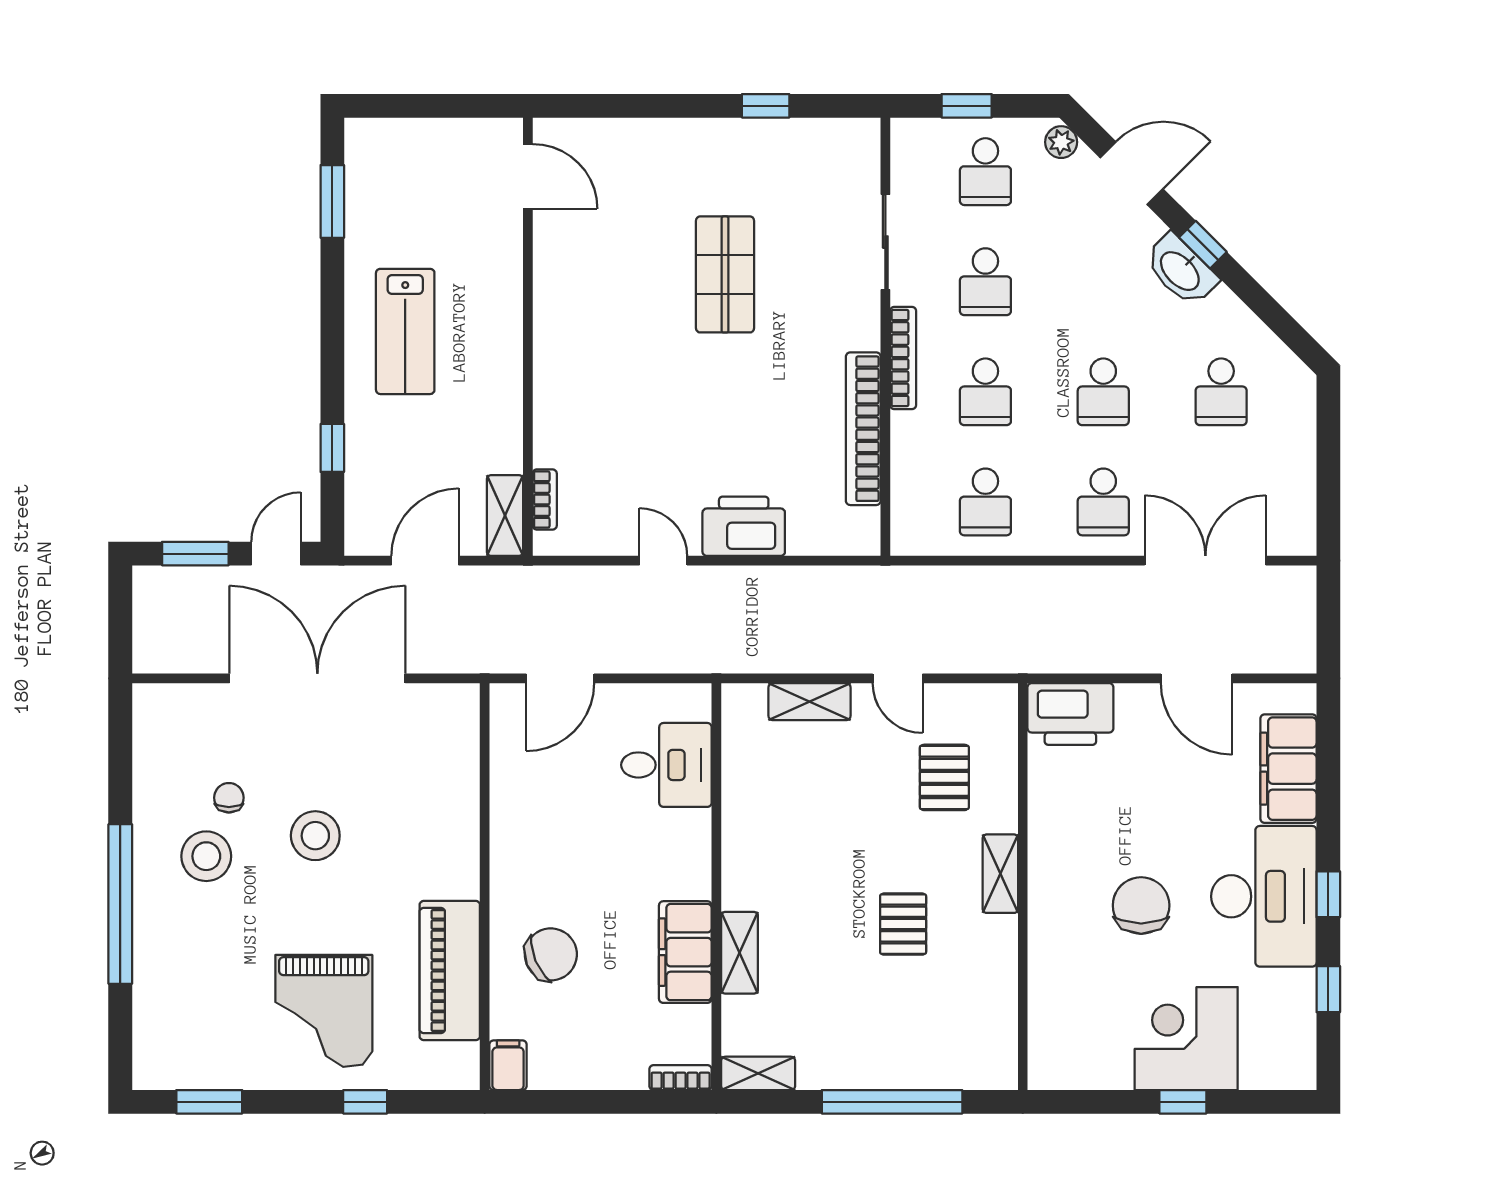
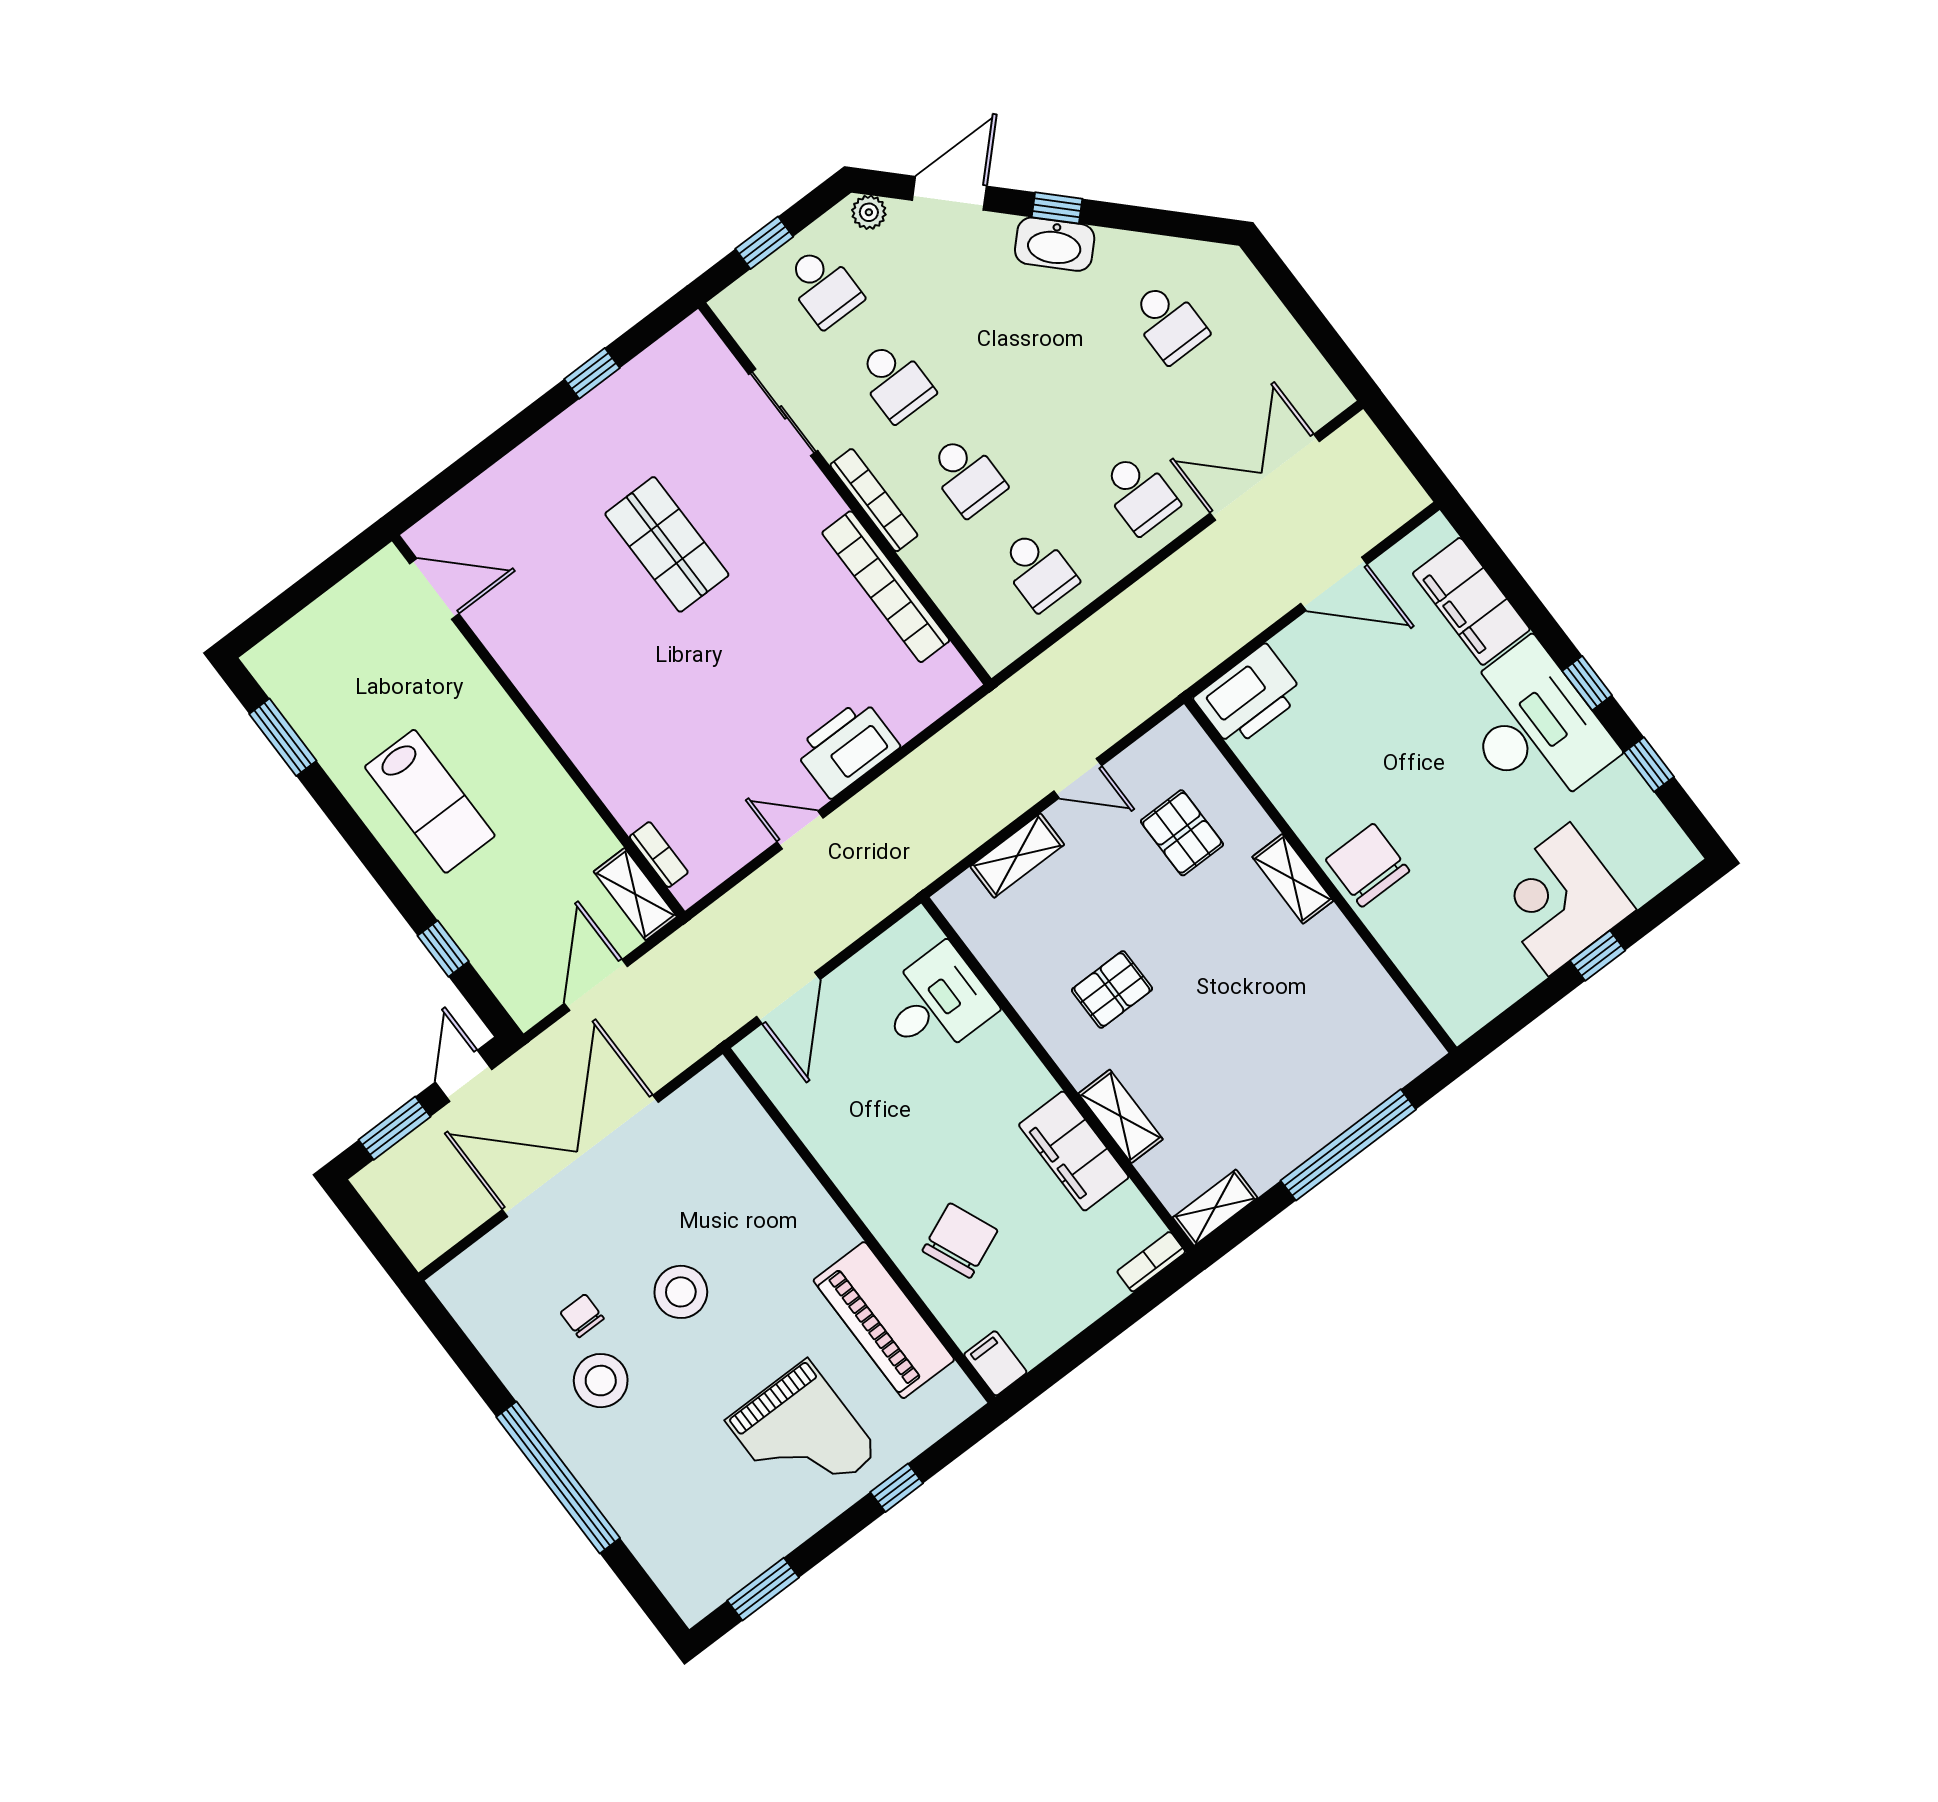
school desk: (1103, 392) -> (1067, 399), removed
chair: (1141, 905) -> (1368, 865), moved
pallet: (903, 924) -> (1112, 989), moved, turned 90

